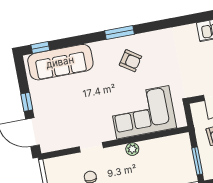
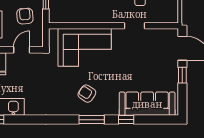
window: (40, 47) -> (126, 120), moved
plant: (132, 149) -> (100, 18), removed

